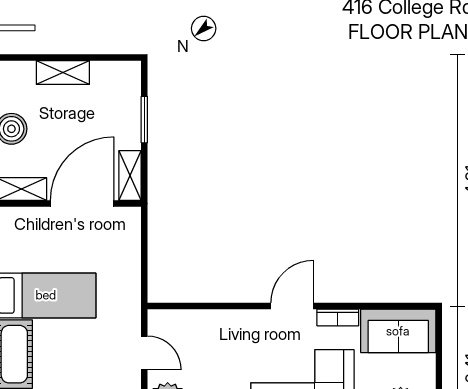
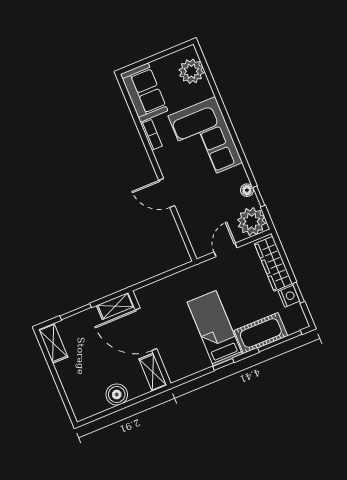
shelving: (63, 72) -> (53, 343), moved
door: (292, 306) -> (167, 193), moved

